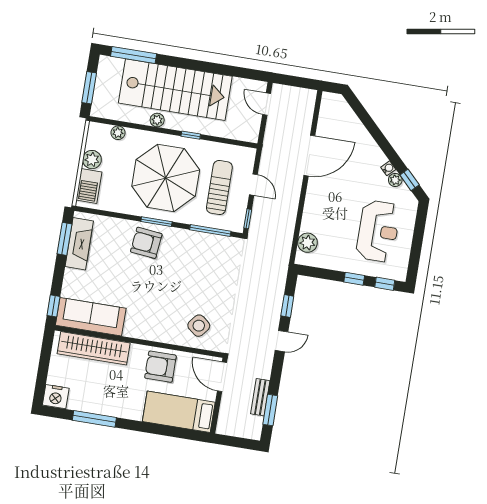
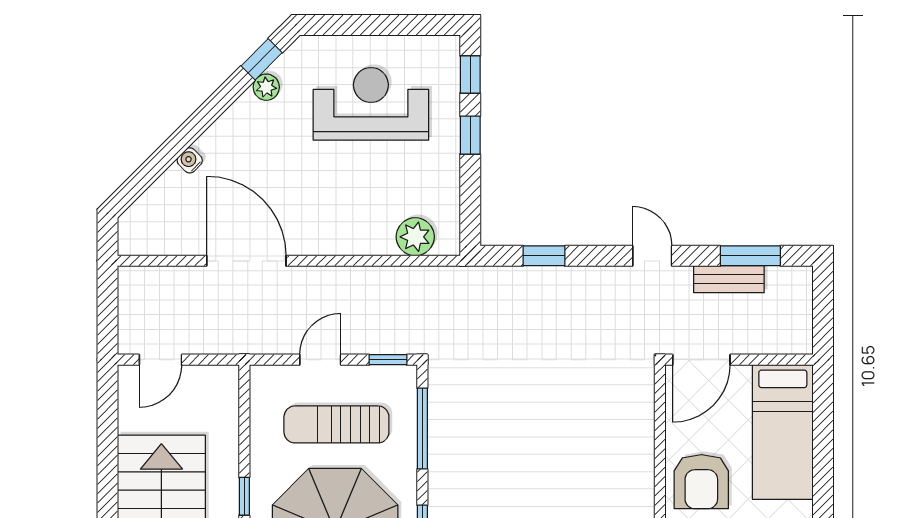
water cooler: (388, 168) -> (190, 160), moved
side table: (199, 326) -> (610, 421), removed
door: (282, 341) -> (652, 256), moved

